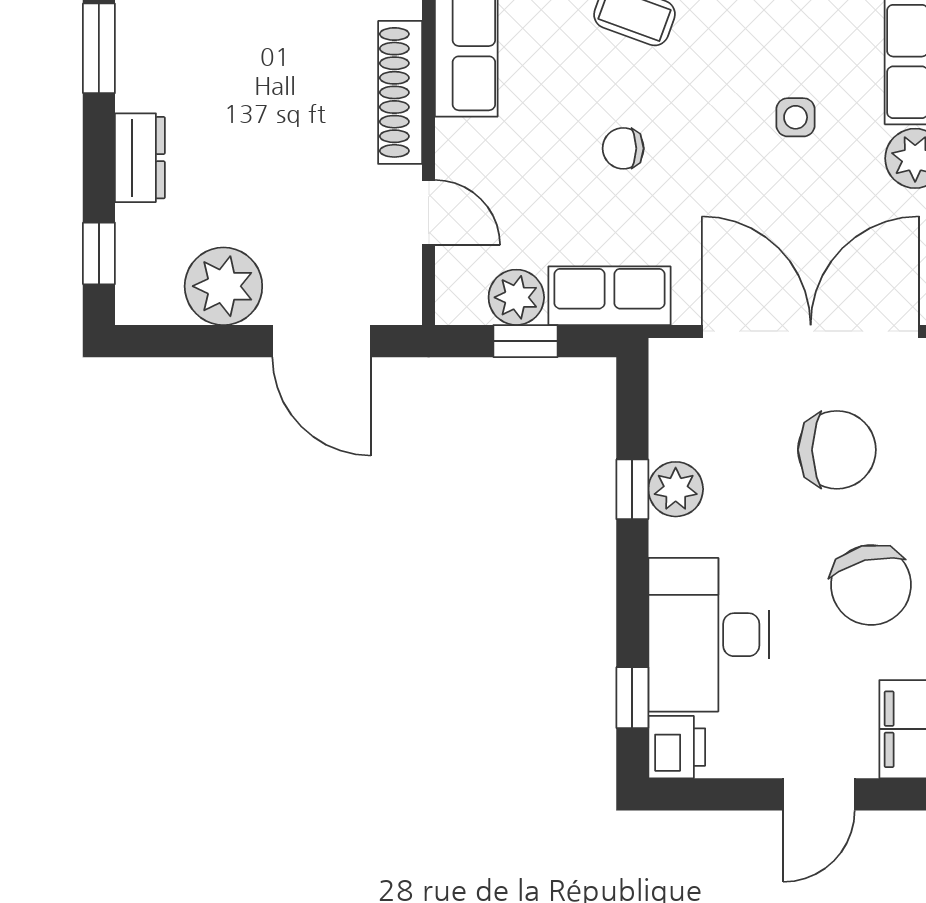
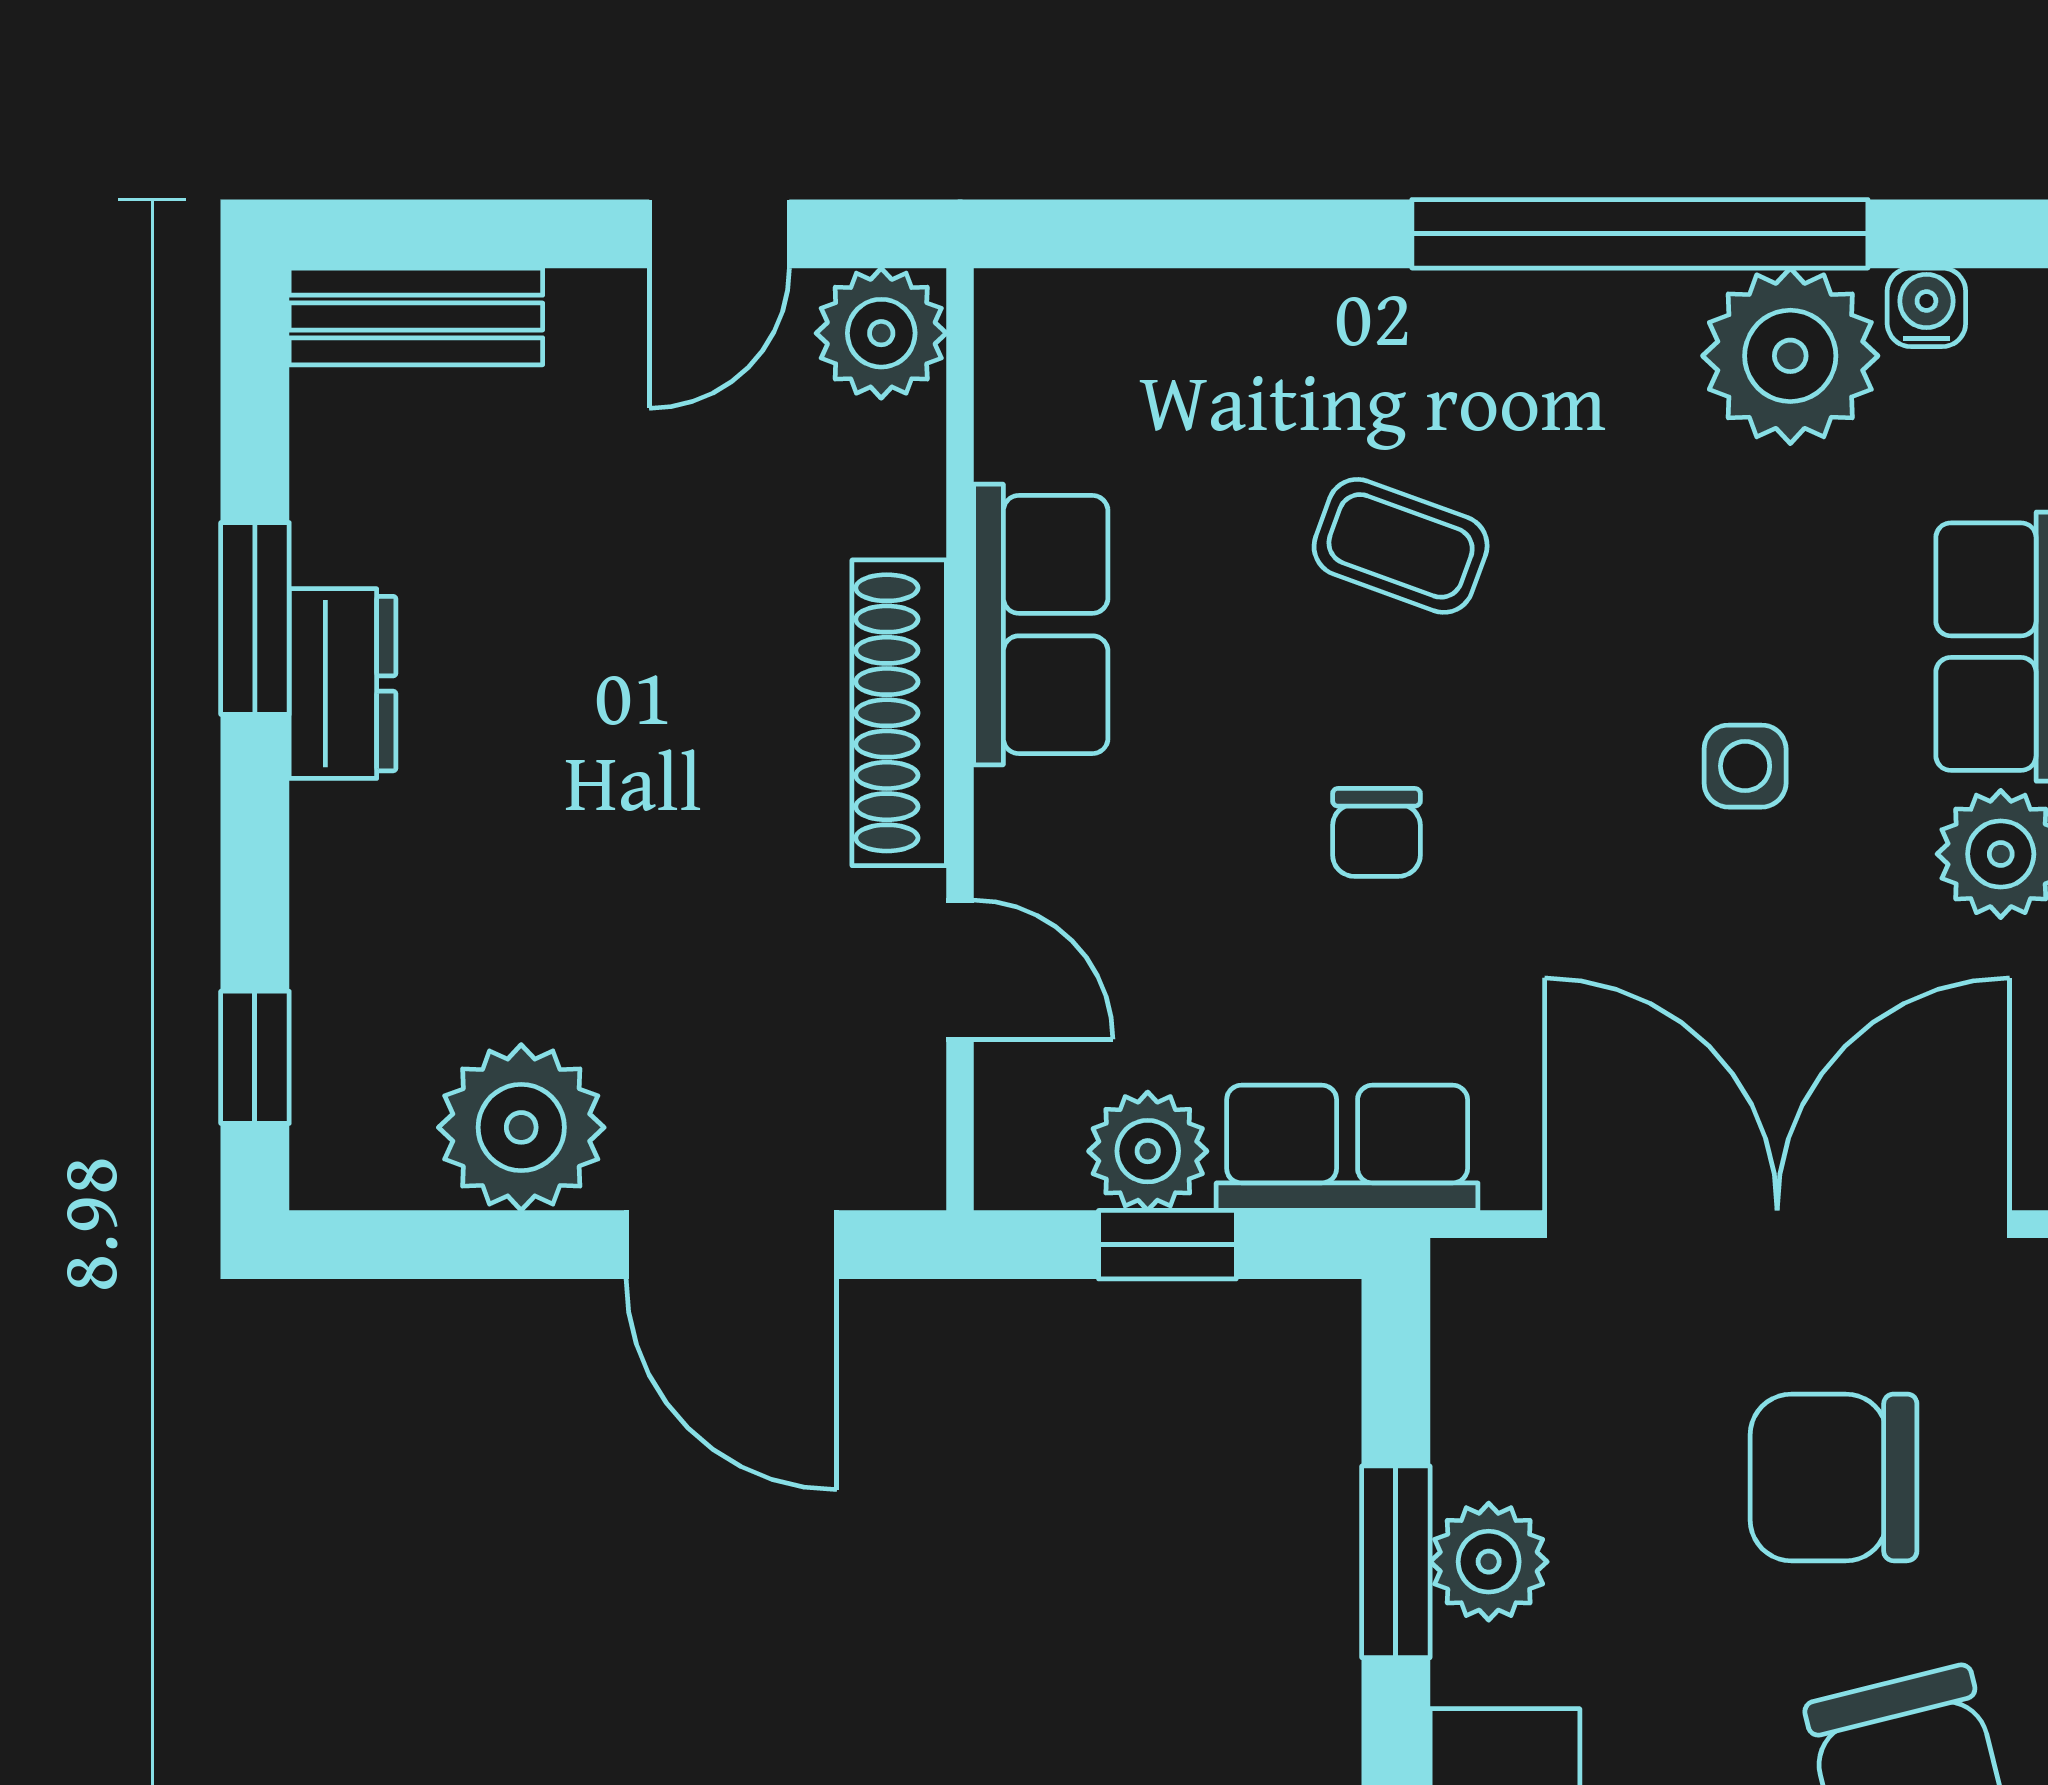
chair: (623, 148) -> (1376, 832), turned -90
dresser: (140, 158) -> (343, 684), moved
chair: (837, 450) -> (1834, 1477), turned 180
window: (632, 489) -> (1396, 1562), width x1.50

